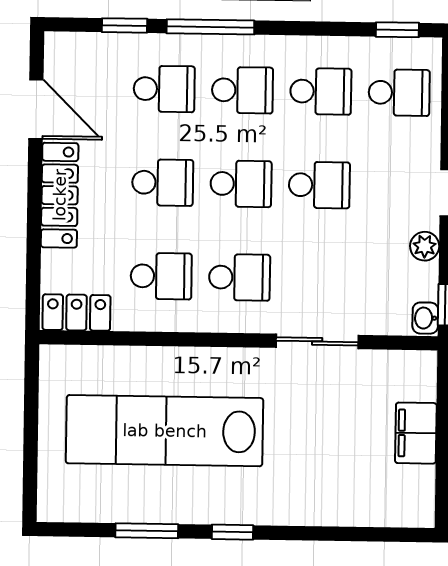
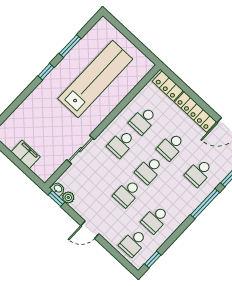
school desk: (242, 90) -> (177, 196), removed
plant: (425, 246) -> (68, 197), moved
locker: (76, 313) -> (168, 86), moved, turned 90

